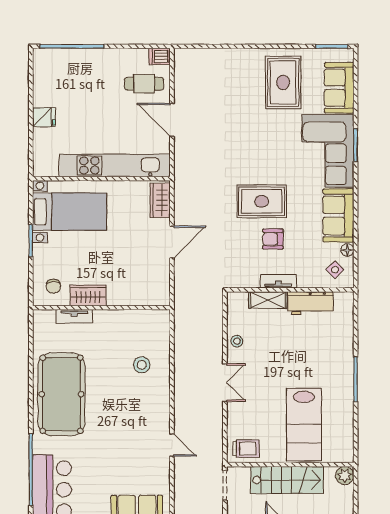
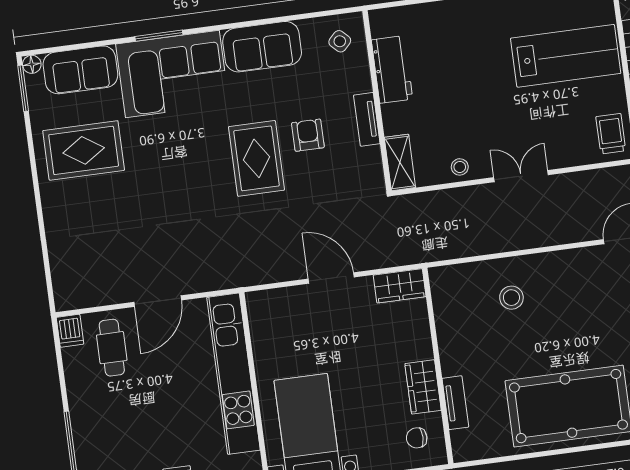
wardrobe: (160, 200) -> (400, 286), moved
armchair: (273, 239) -> (308, 135), turned 180
floor lamp: (347, 250) -> (32, 64), moved
chair: (53, 286) -> (417, 438), turned 180
shelving: (268, 300) -> (400, 162), moved

